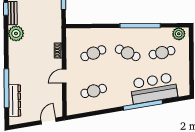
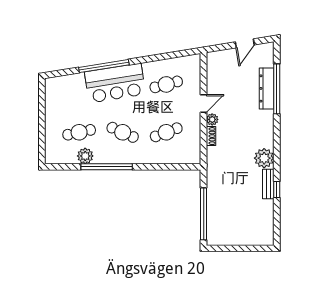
plant: (179, 34) -> (85, 156), moved
plant: (57, 64) -> (212, 119), added
bar counter: (154, 88) -> (115, 83), moved
dresser: (15, 100) -> (267, 88), moved
door: (49, 121) -> (245, 43), moved

